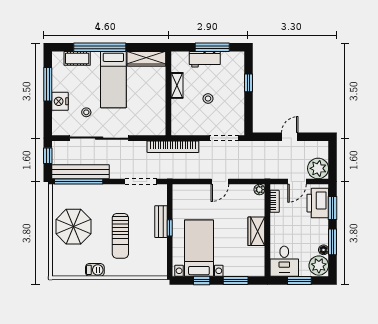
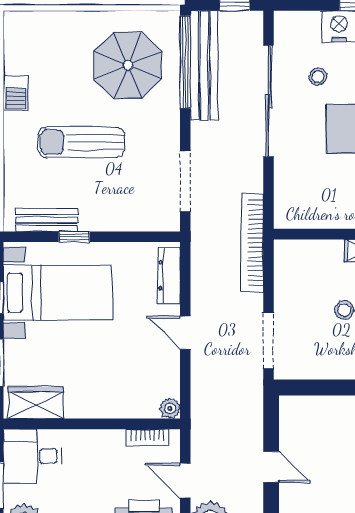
dresser: (190, 190) -> (169, 275), added
bench: (161, 222) -> (47, 220), moved
parasol: (73, 227) -> (128, 65), moved
window: (170, 228) -> (74, 237), moved
wardrobe: (256, 231) -> (36, 403), moved

